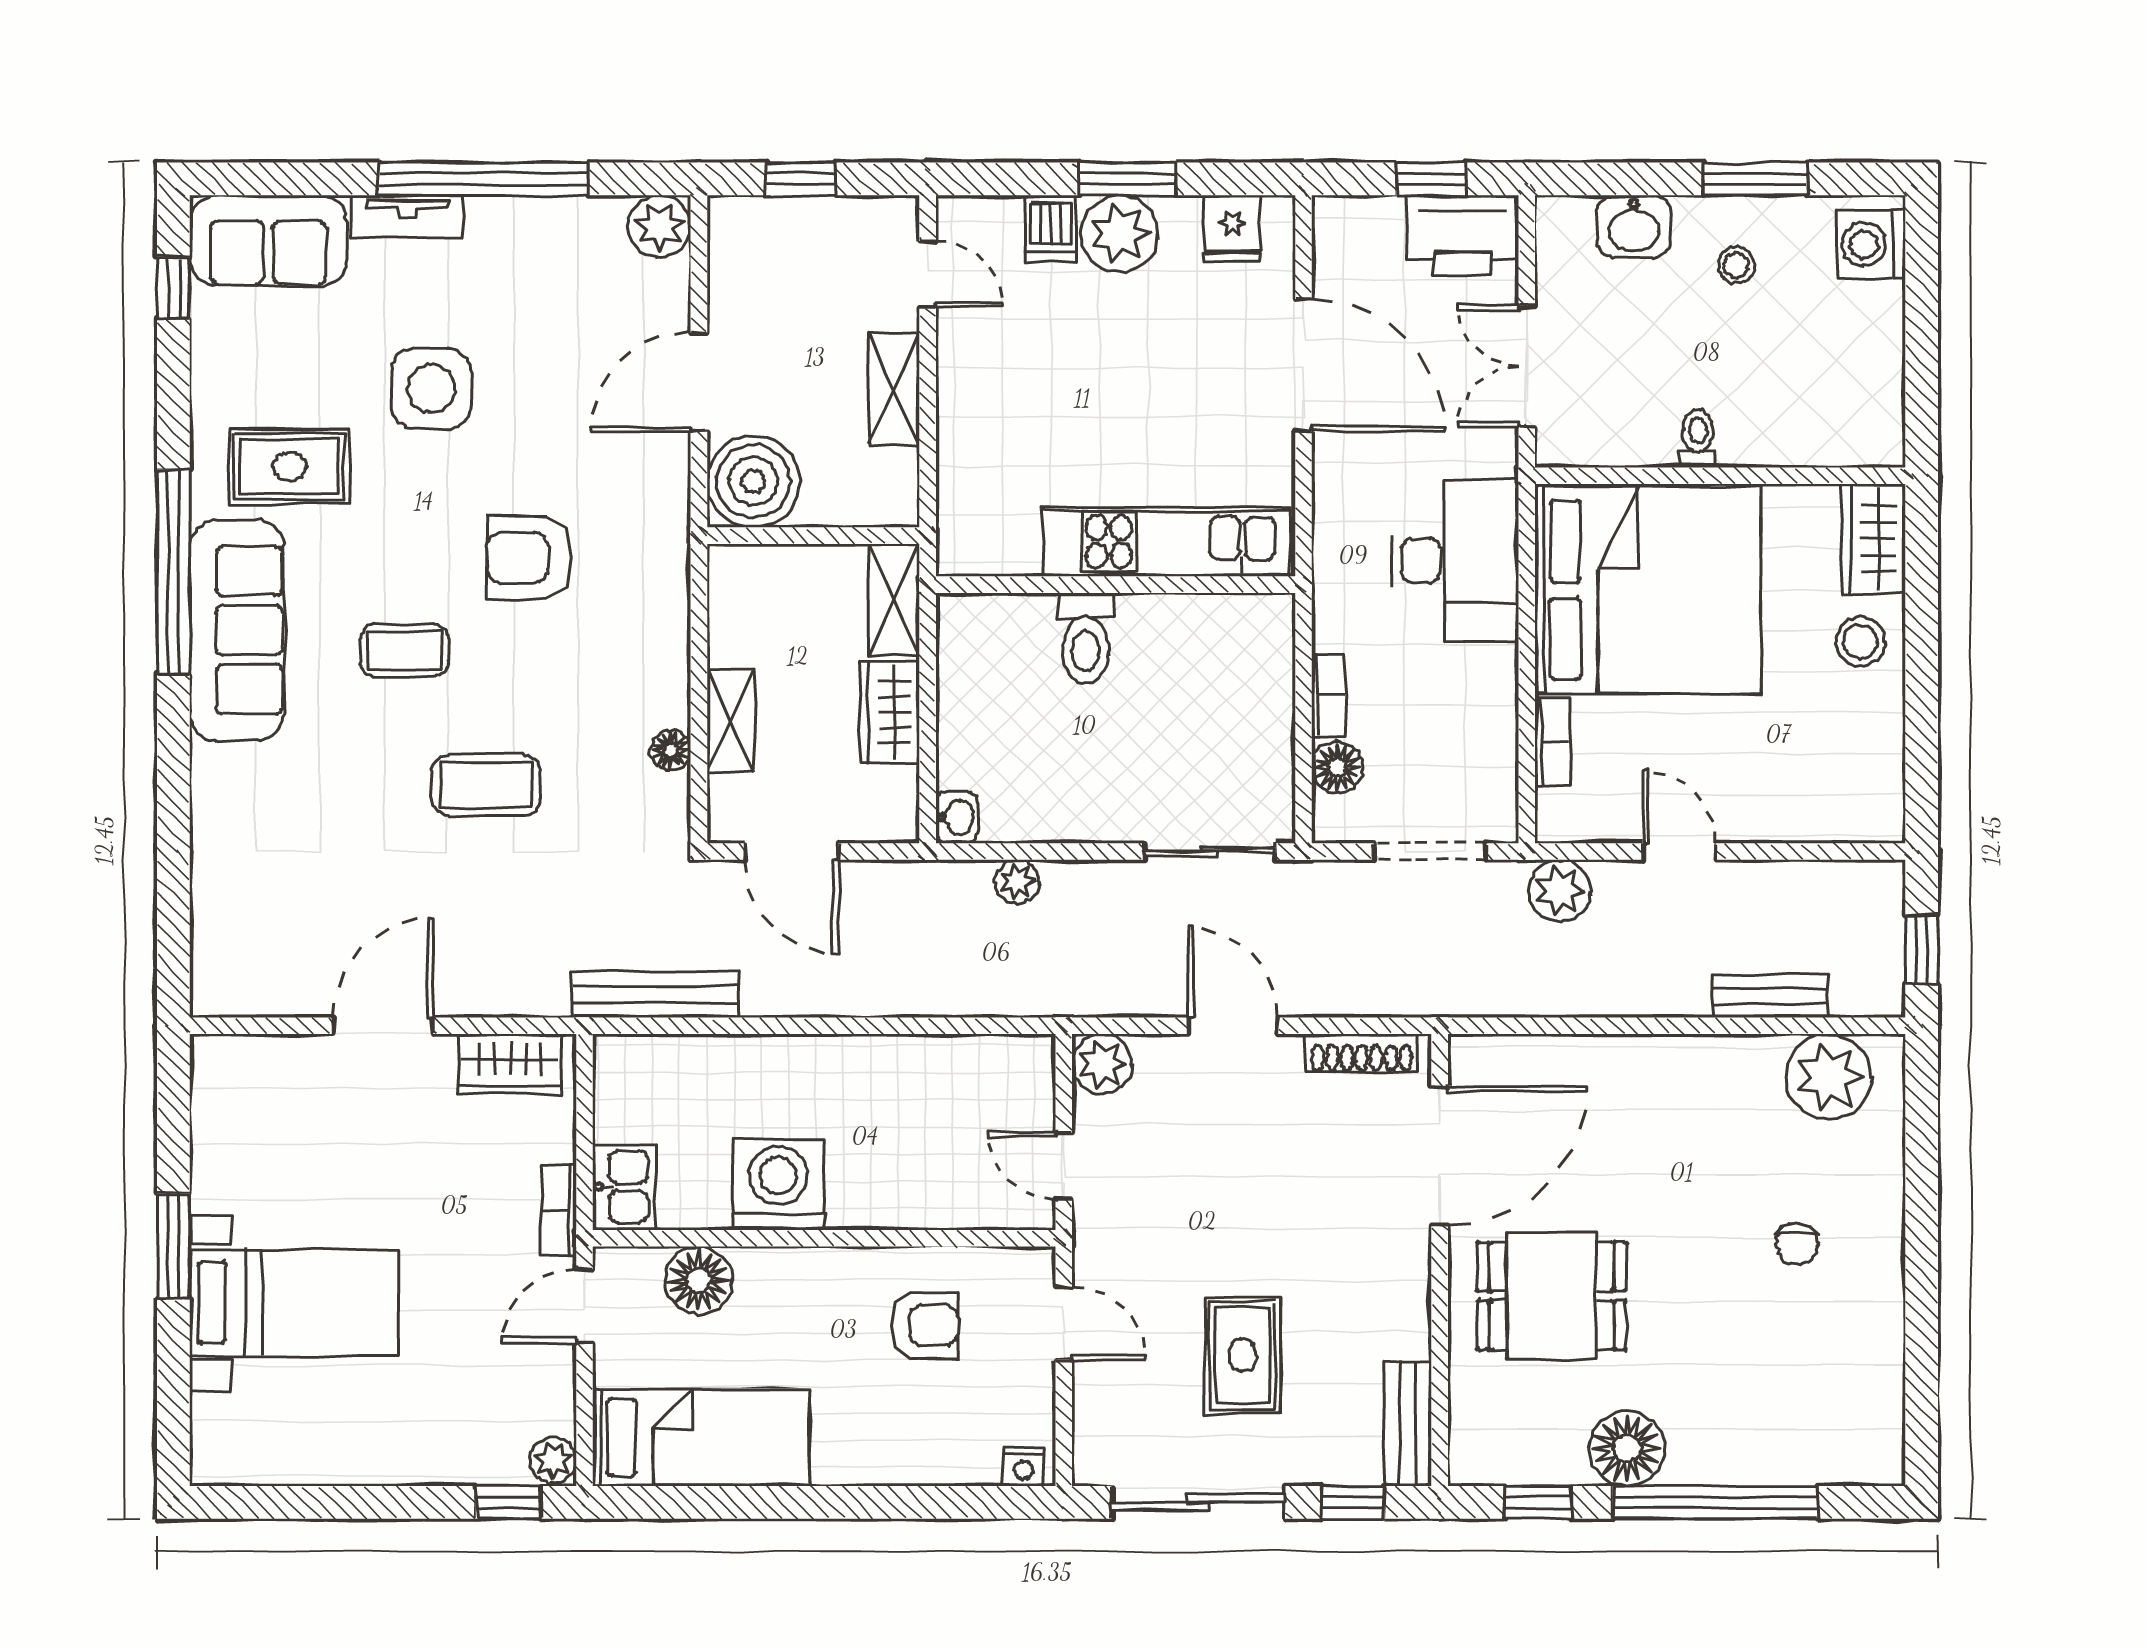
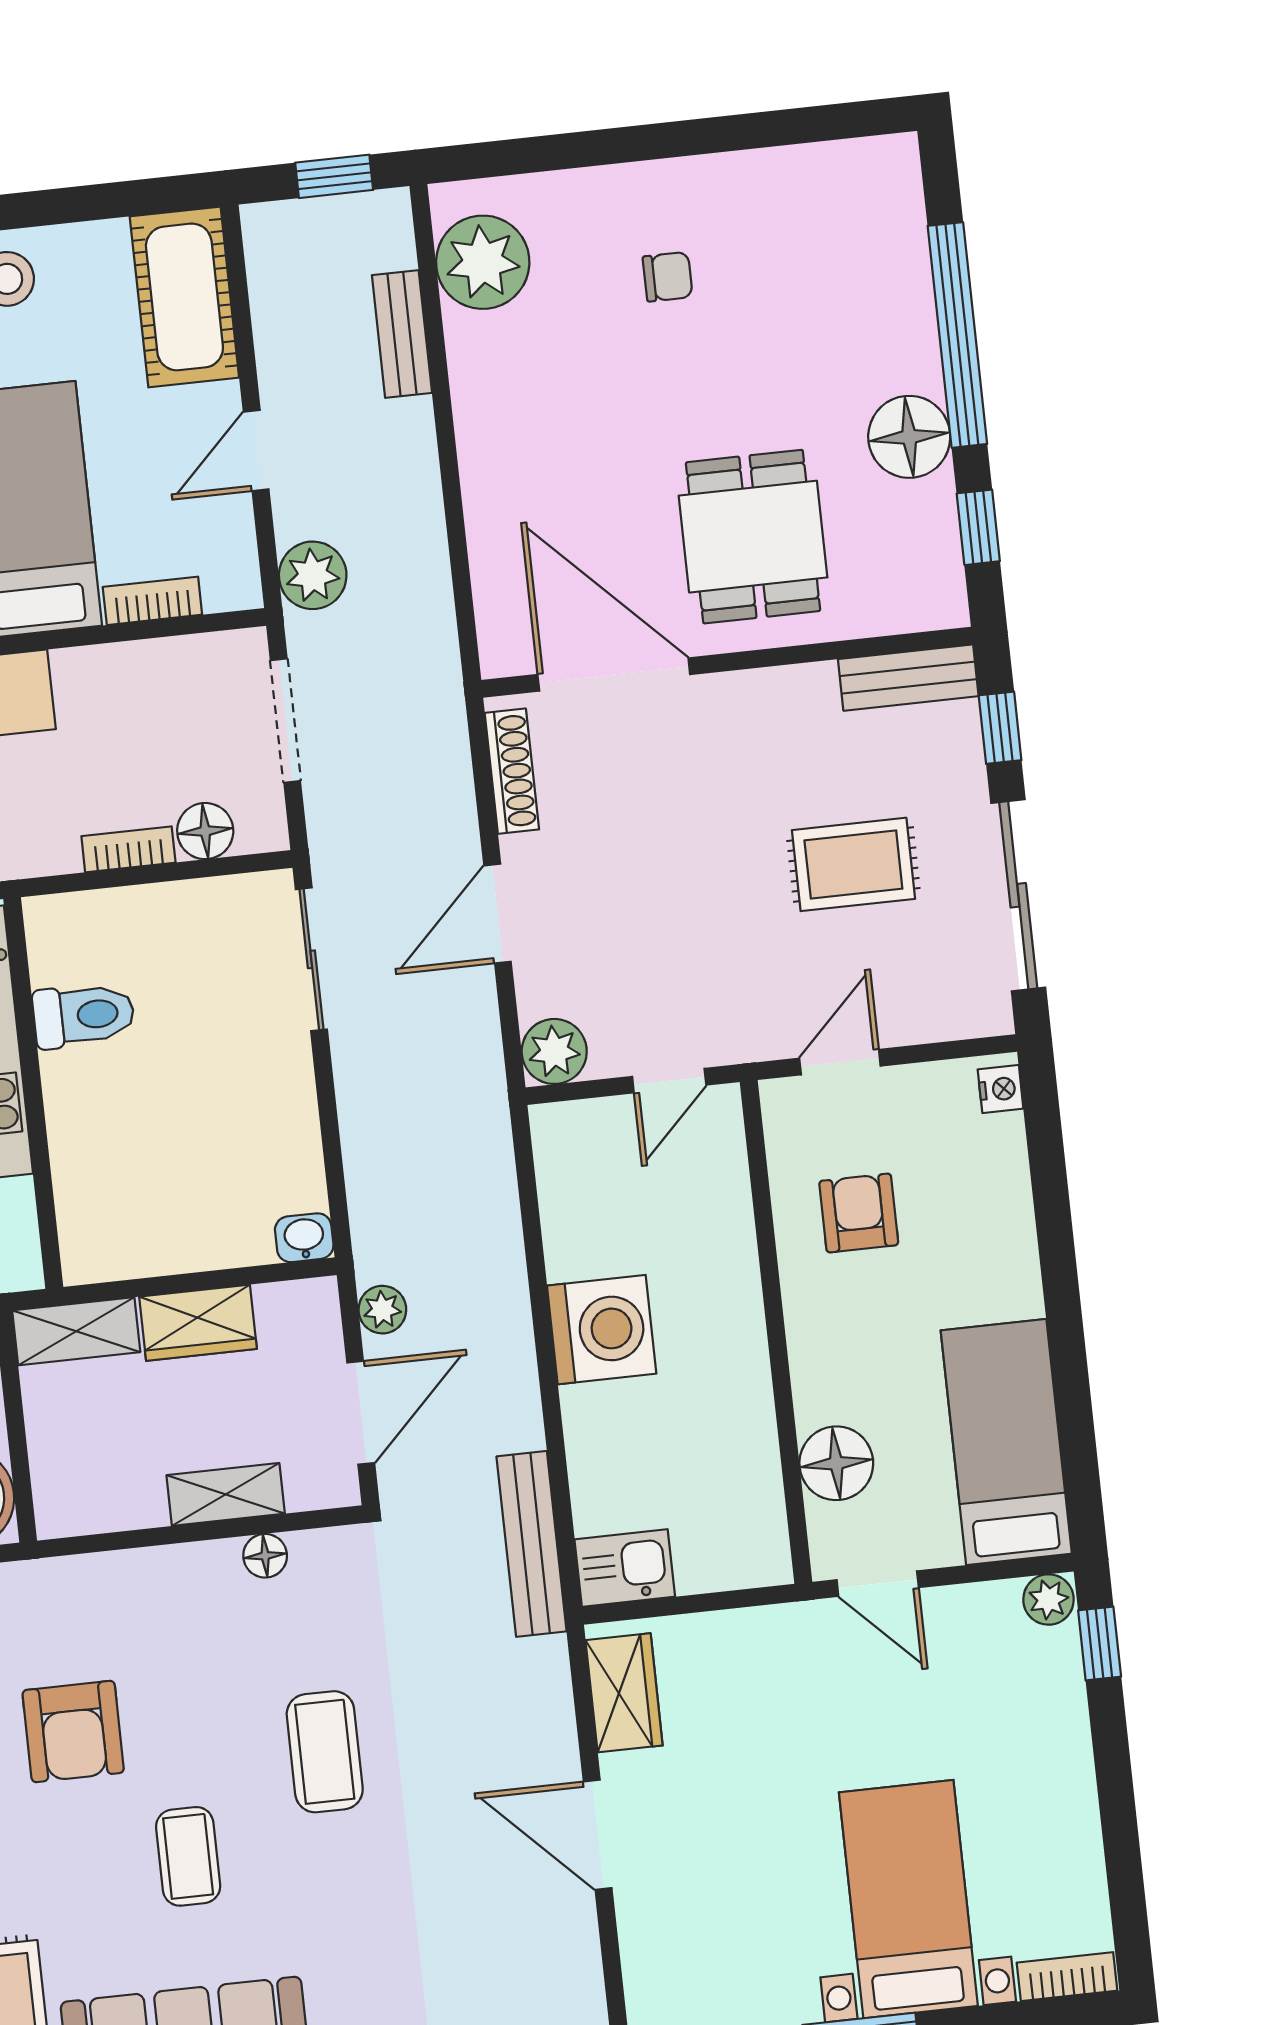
toilet: (1086, 638) -> (84, 1015), moved
cot: (1826, 801) -> (184, 297), added
plant: (1017, 882) -> (382, 1310), moved
washing machine: (778, 1184) -> (602, 1330), moved, turned 180
kitchen sink: (624, 1187) -> (625, 1568), moved
bookcase: (559, 1211) -> (1067, 1977), moved, turned 180

